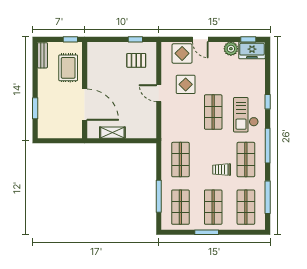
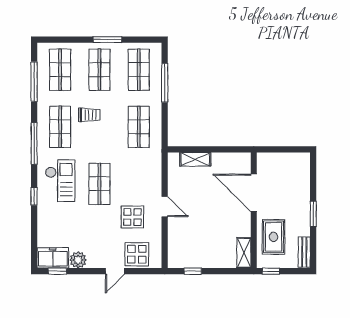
door: (200, 39) -> (115, 271), swing flipped
shelving: (93, 55) -> (244, 253), added
pallet: (136, 60) -> (192, 246), removed
window: (35, 108) -> (313, 214), moved
shelving: (112, 133) -> (195, 159), moved

